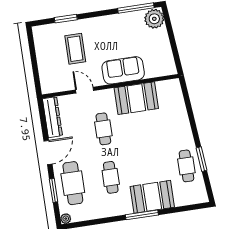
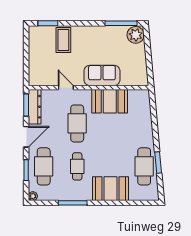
window: (66, 19) -> (48, 23), moved
coffee table: (75, 49) -> (63, 40), moved
window: (42, 117) -> (26, 105), added
cafe table: (103, 129) -> (77, 123), width x1.37, depth x1.35
cafe table: (186, 166) -> (144, 166), width x1.37, depth x1.35
window: (142, 215) -> (73, 203), moved

